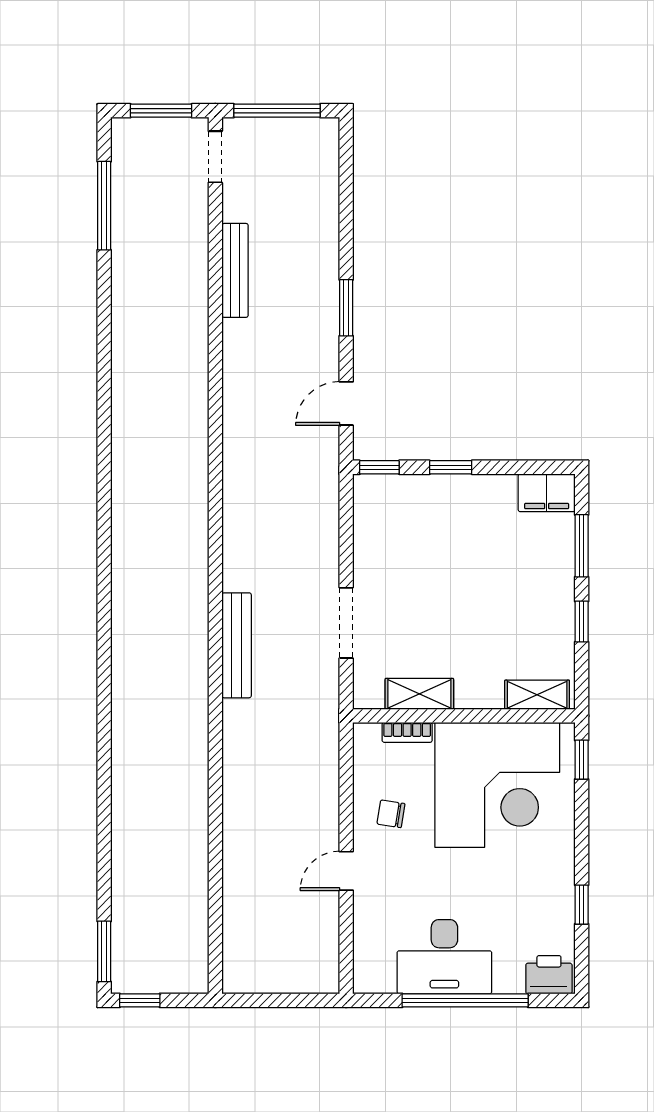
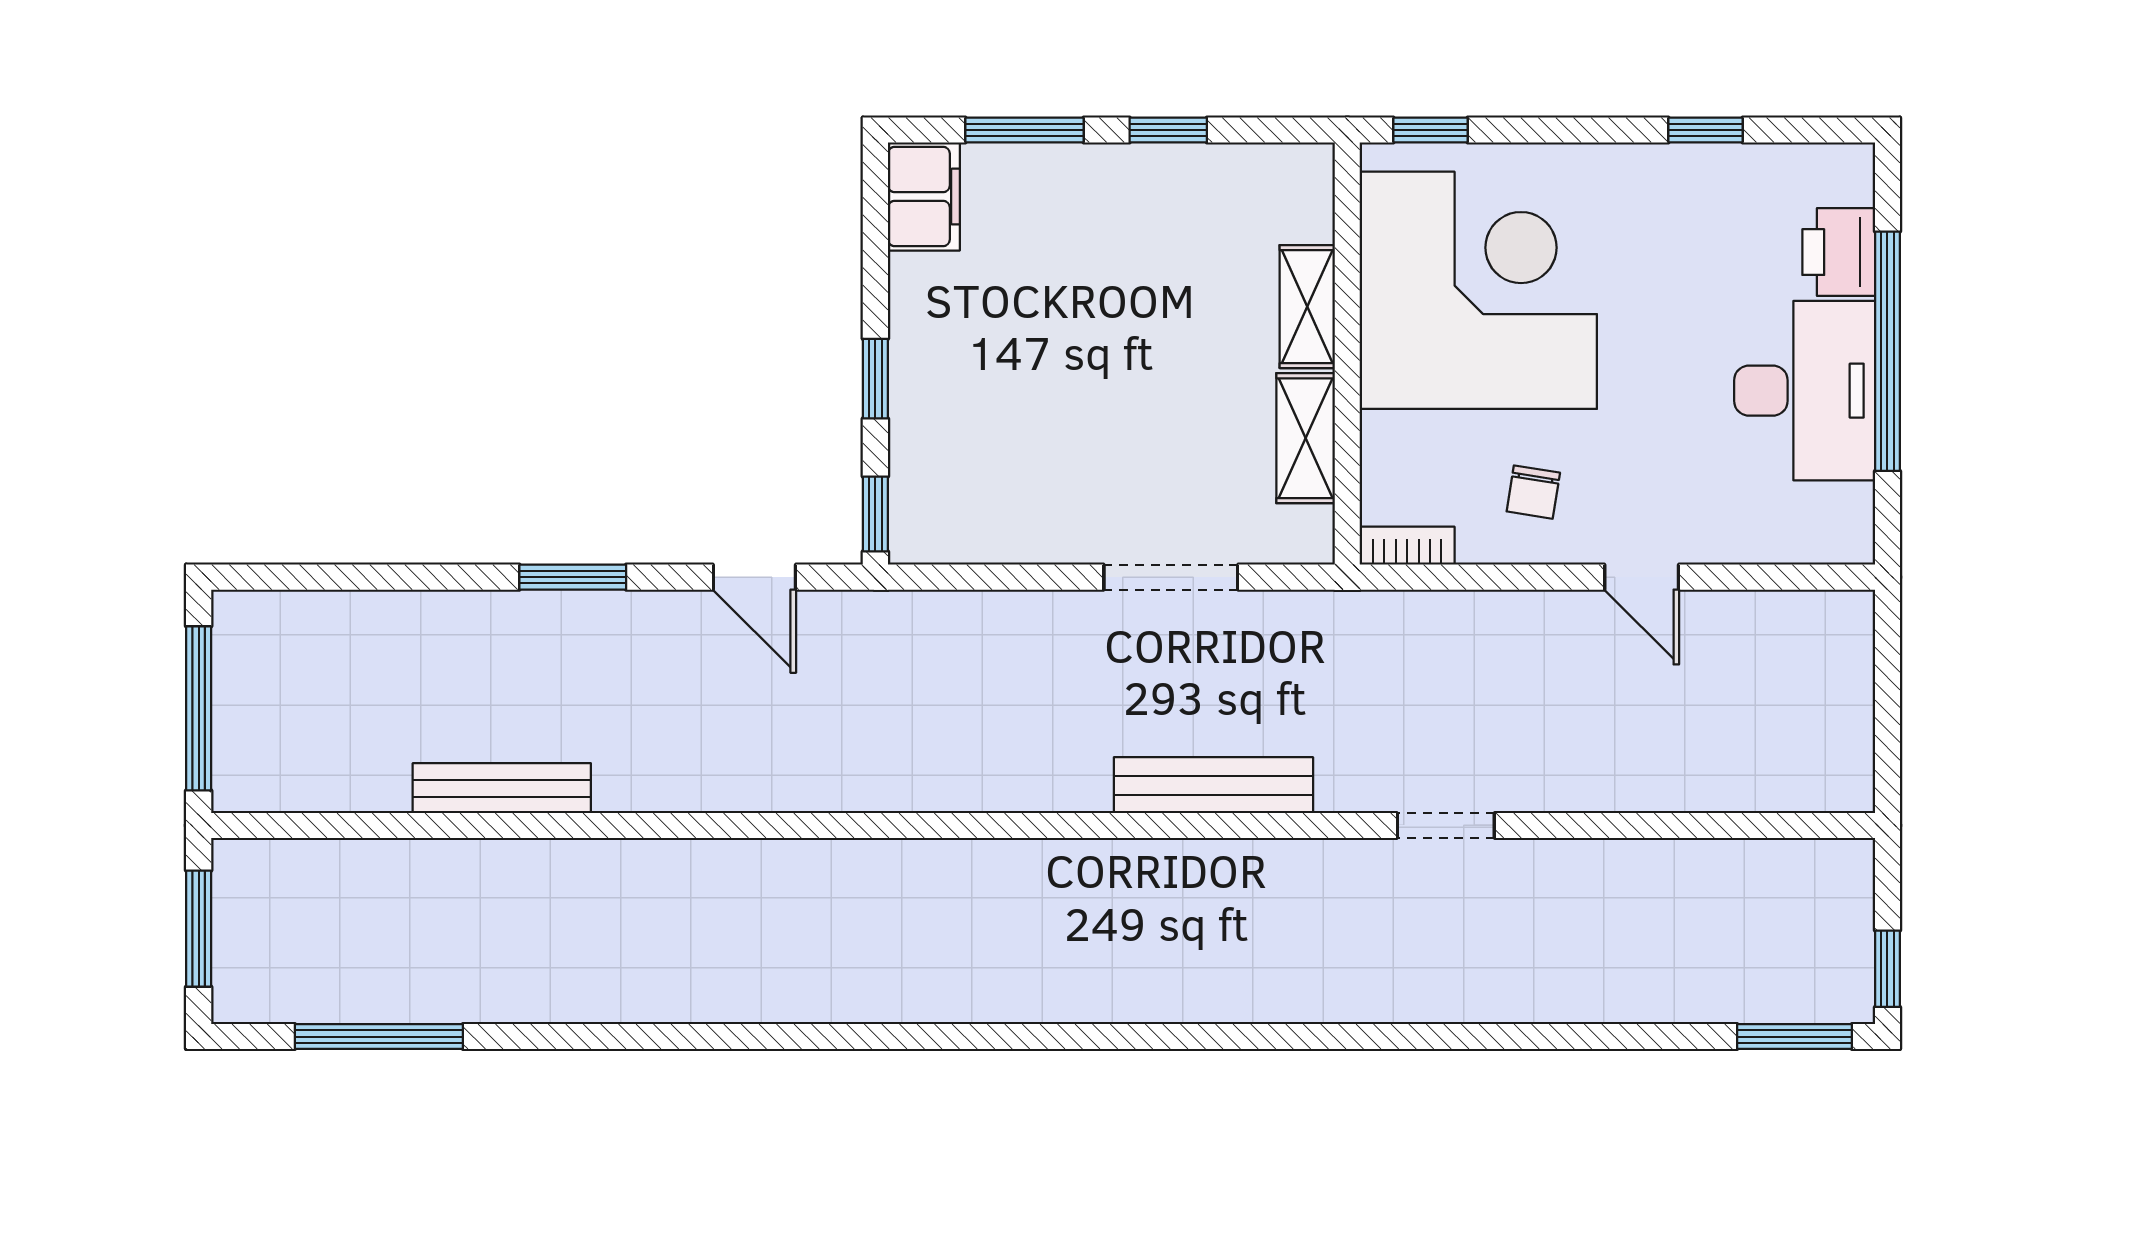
doorway: (215, 157) -> (1446, 825), moved
shelving: (537, 695) -> (1307, 307), moved
bookcase: (407, 732) -> (1407, 546), moved, turned -90
printer: (549, 975) -> (1839, 252), moved

